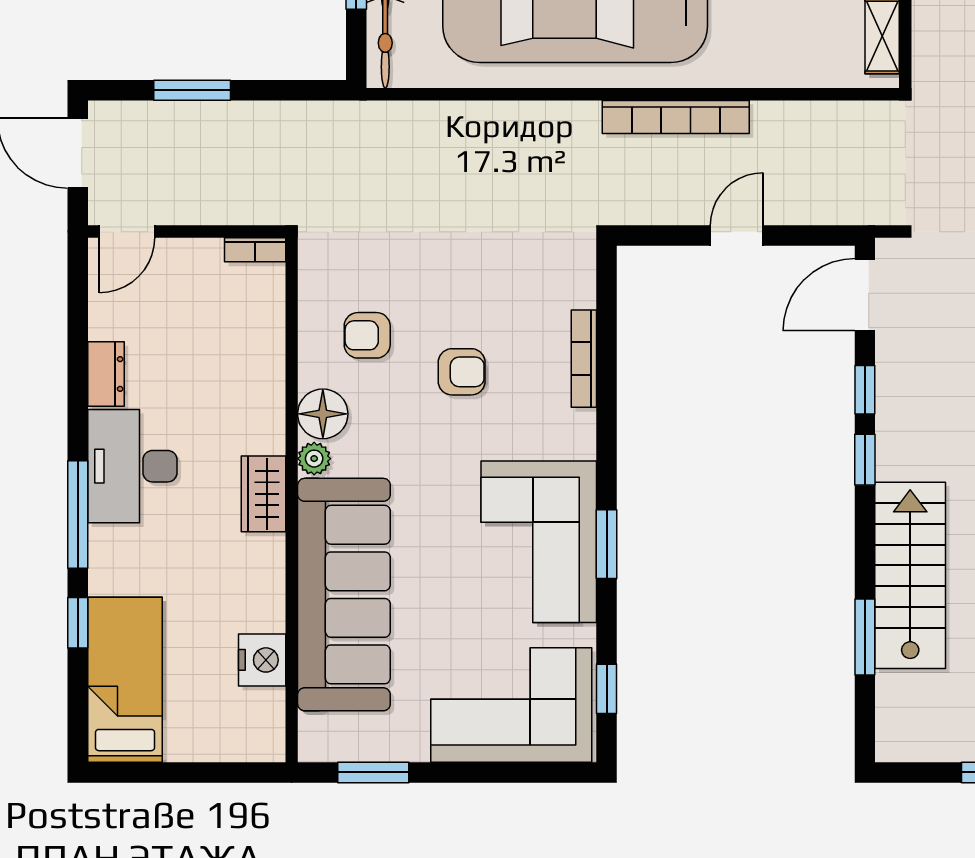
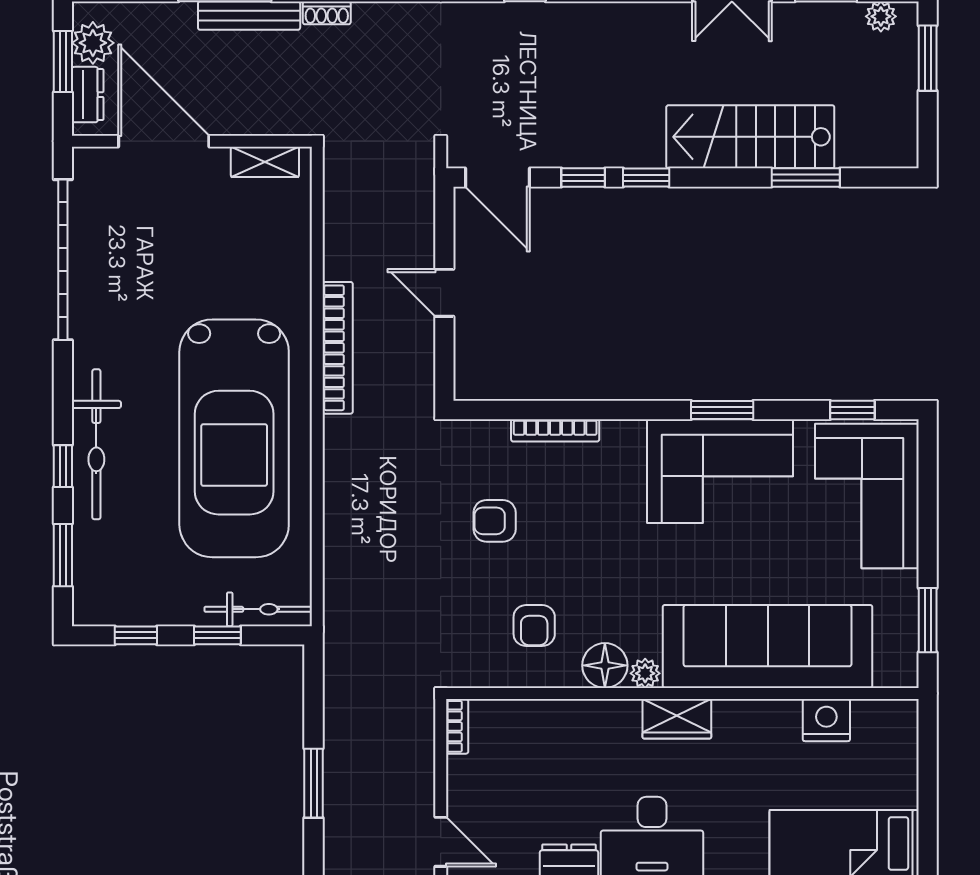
armchair: (462, 372) -> (495, 521), moved, turned -90

